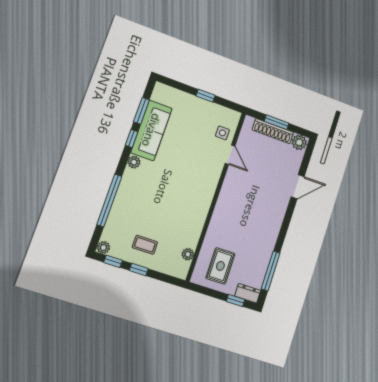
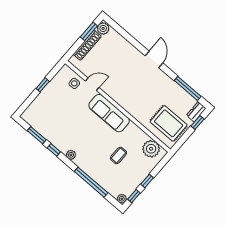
window: (277, 122) -> (89, 31), moved
sofa: (151, 130) -> (109, 113), moved, turned 180
door: (298, 187) -> (154, 59), moved
coffee table: (145, 245) -> (118, 155), moved
plant: (188, 254) -> (151, 149), width x1.87, depth x1.87
rug: (220, 266) -> (169, 123), width x1.36, depth x1.43

